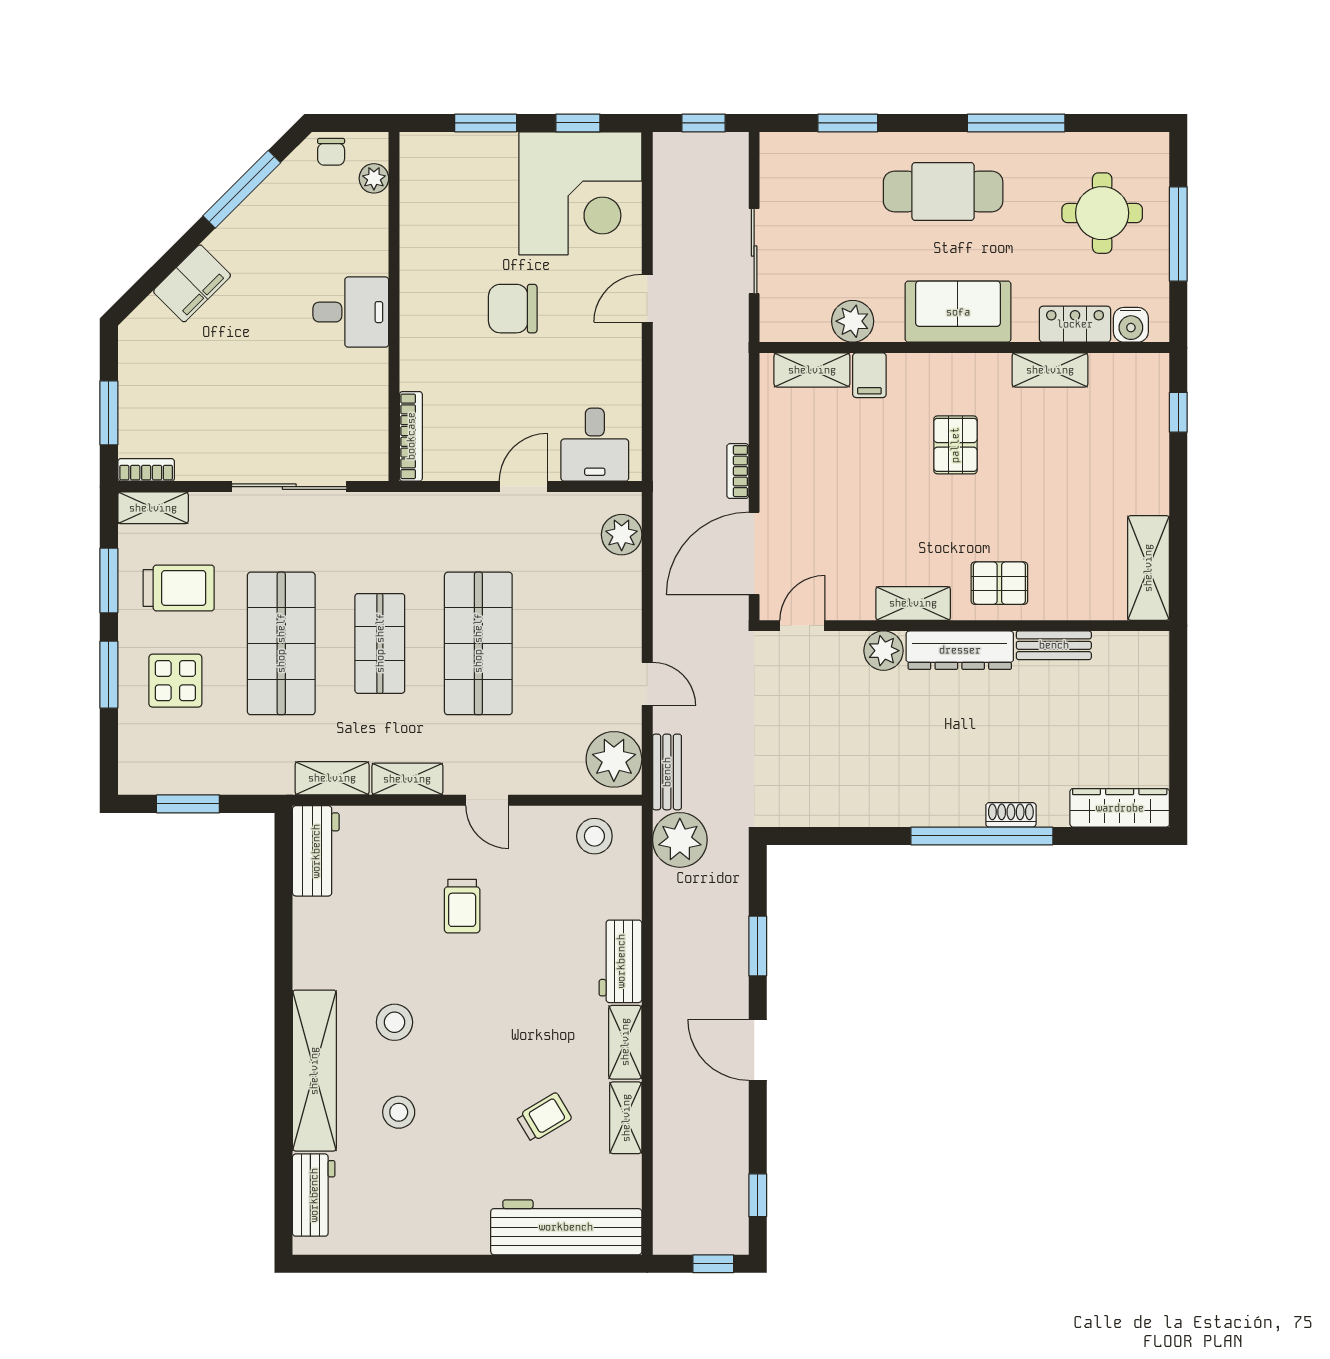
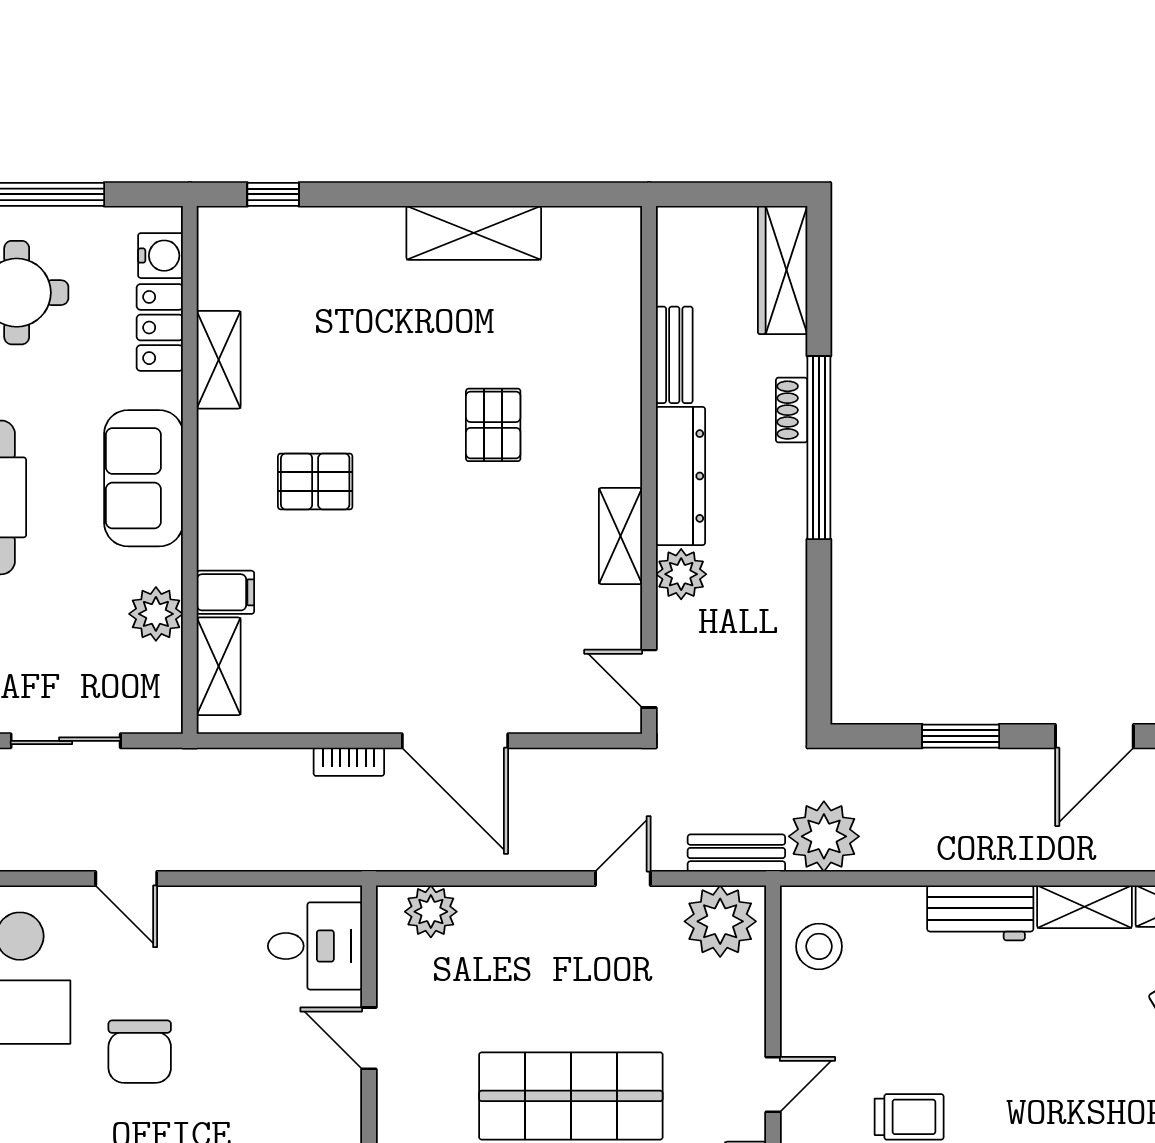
shelving: (913, 603) -> (620, 536), moved
door: (802, 626) -> (649, 679), moved
wall: (964, 626) -> (649, 470), moved
bench: (1054, 645) -> (674, 355), moved
dresser: (960, 650) -> (680, 476), moved
plant: (883, 651) -> (681, 574), moved

